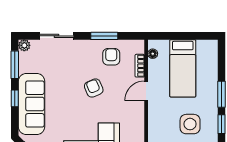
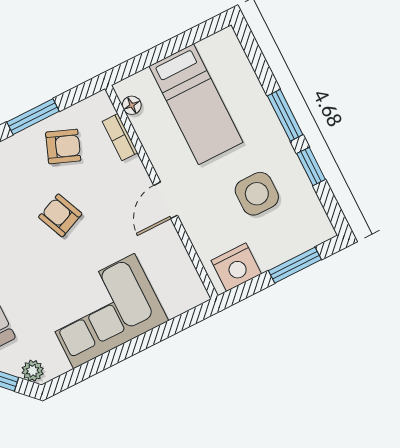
armchair: (111, 57) -> (63, 146), turned 111
door: (146, 91) -> (166, 200), moved

